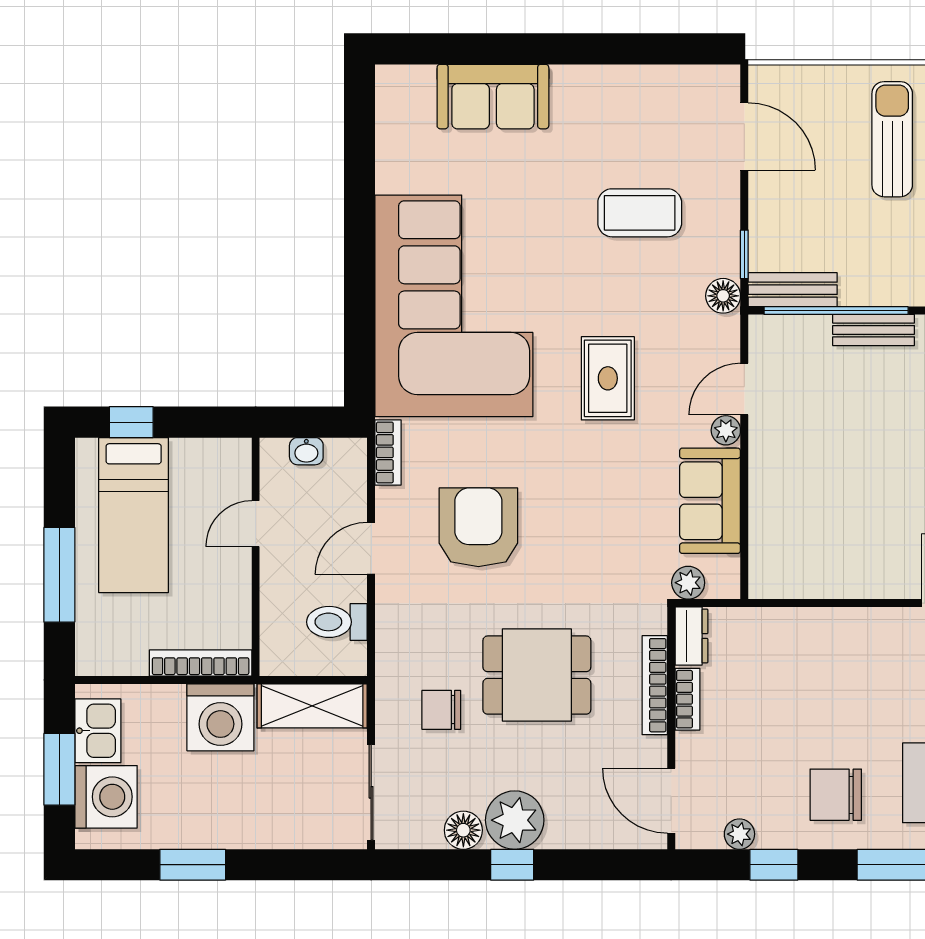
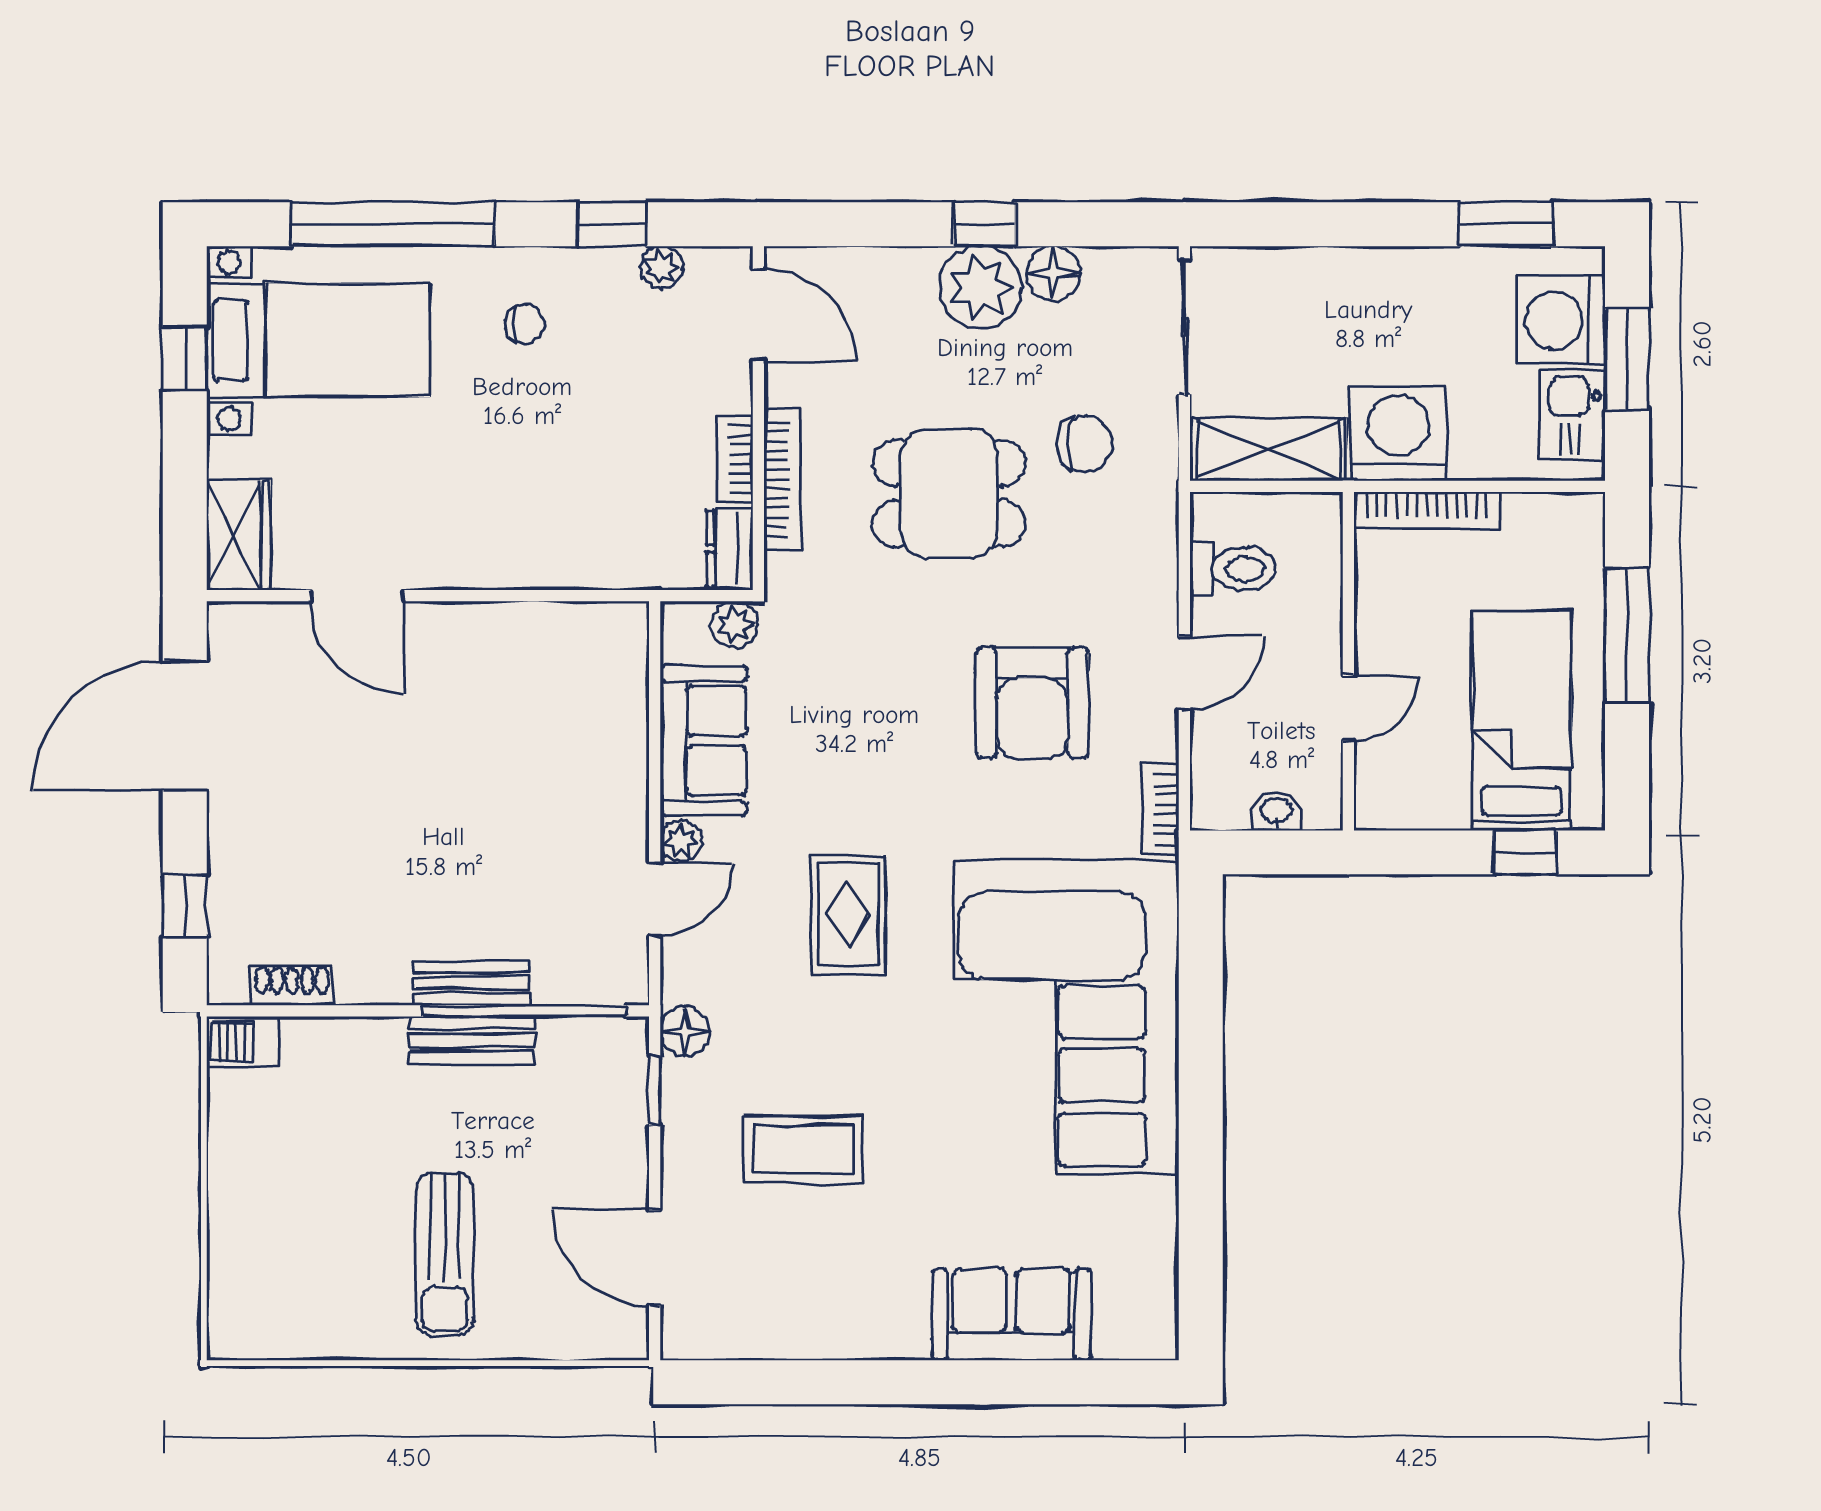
bench: (793, 290) -> (472, 1040), moved
chair: (836, 795) -> (525, 323), width x0.54, depth x0.54
window: (193, 865) -> (1506, 224), moved

